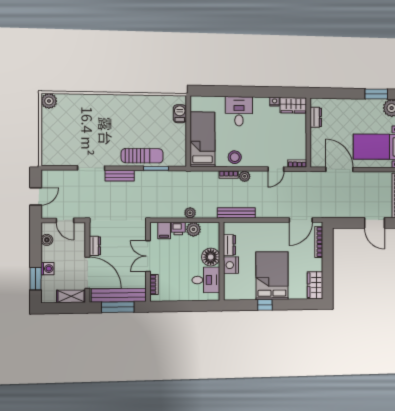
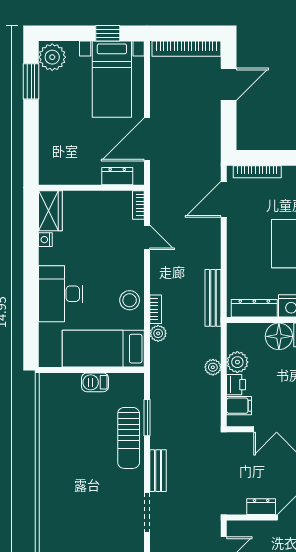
desk: (239, 111) -> (61, 294), width x1.37
barbecue: (180, 114) -> (95, 382), moved
dresser: (316, 117) -> (117, 176), moved
sun lounger: (142, 156) -> (129, 438), turned 180
plant: (245, 176) -> (158, 333), moved
door: (301, 220) -> (224, 199), swing flipped
dresser: (229, 245) -> (254, 308), width x1.44

